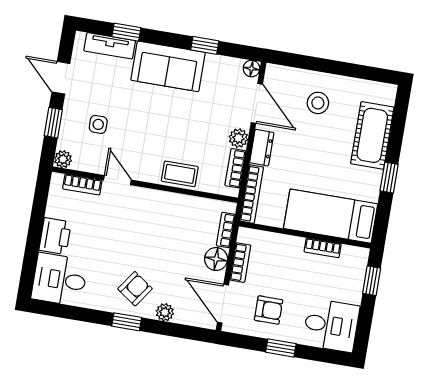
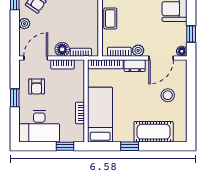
window: (205, 45) -> (191, 34), moved
desk: (331, 325) -> (39, 126), width x1.37

